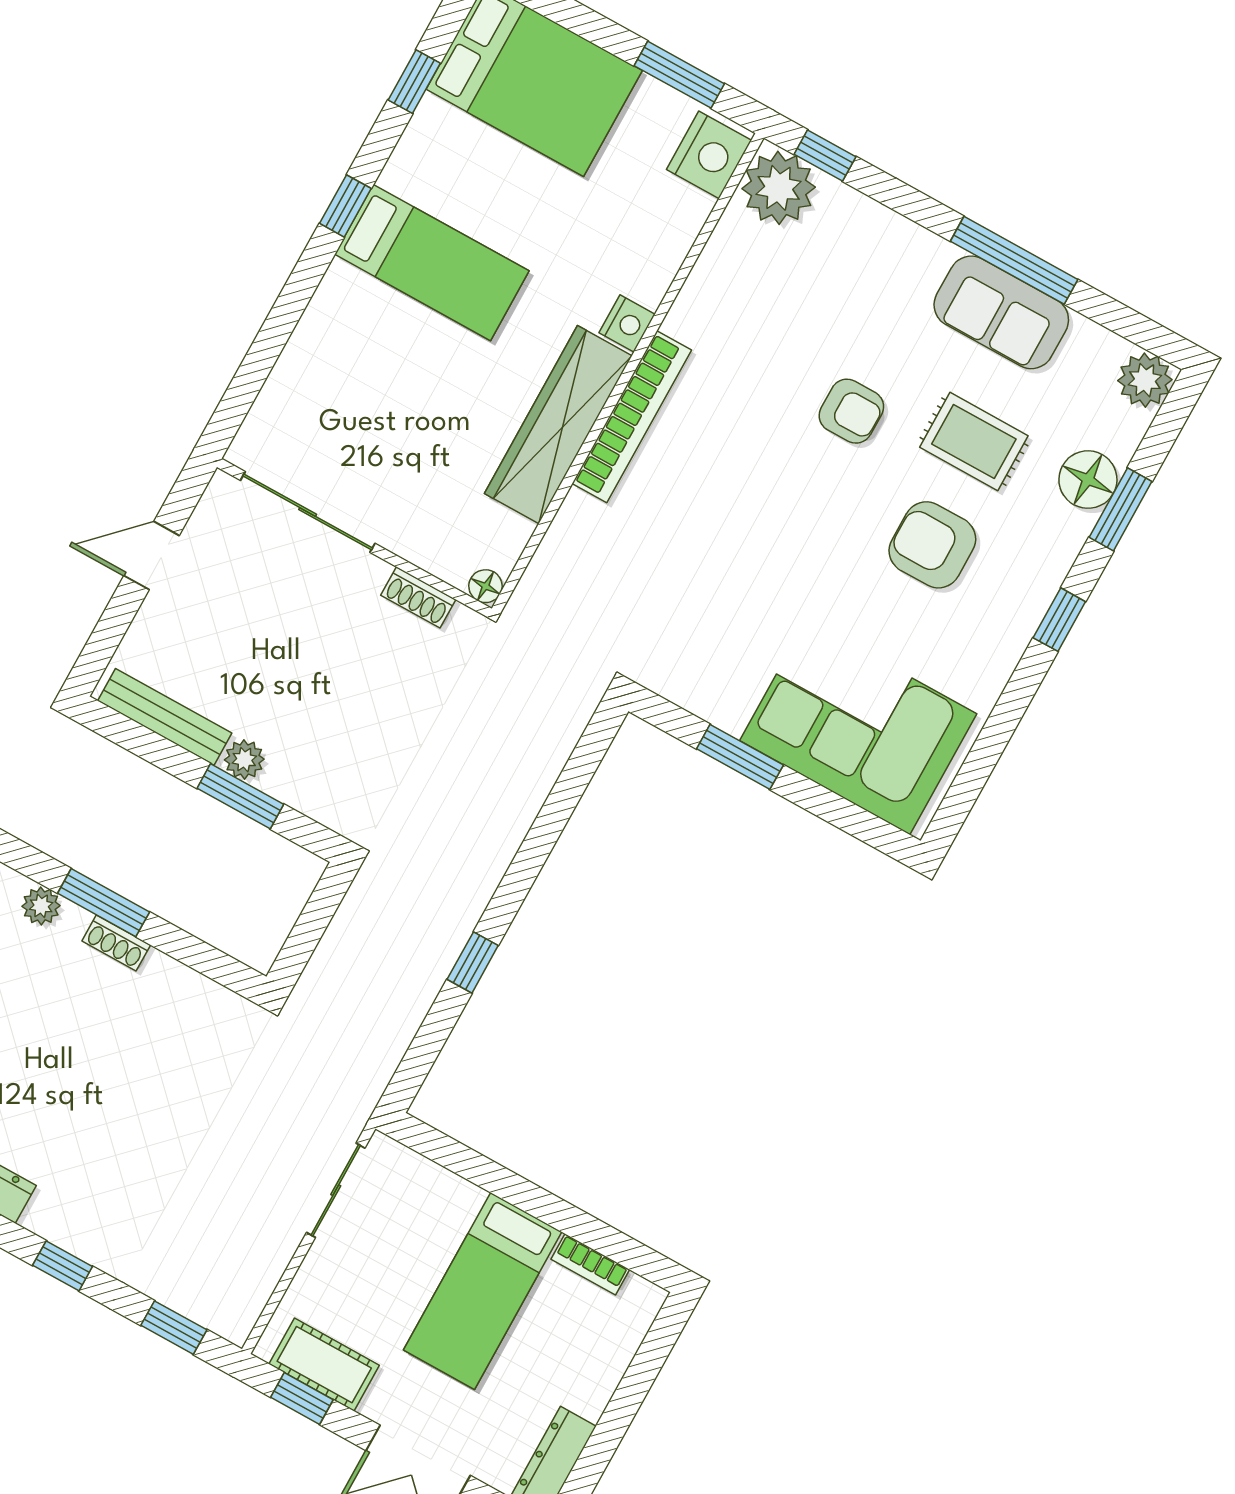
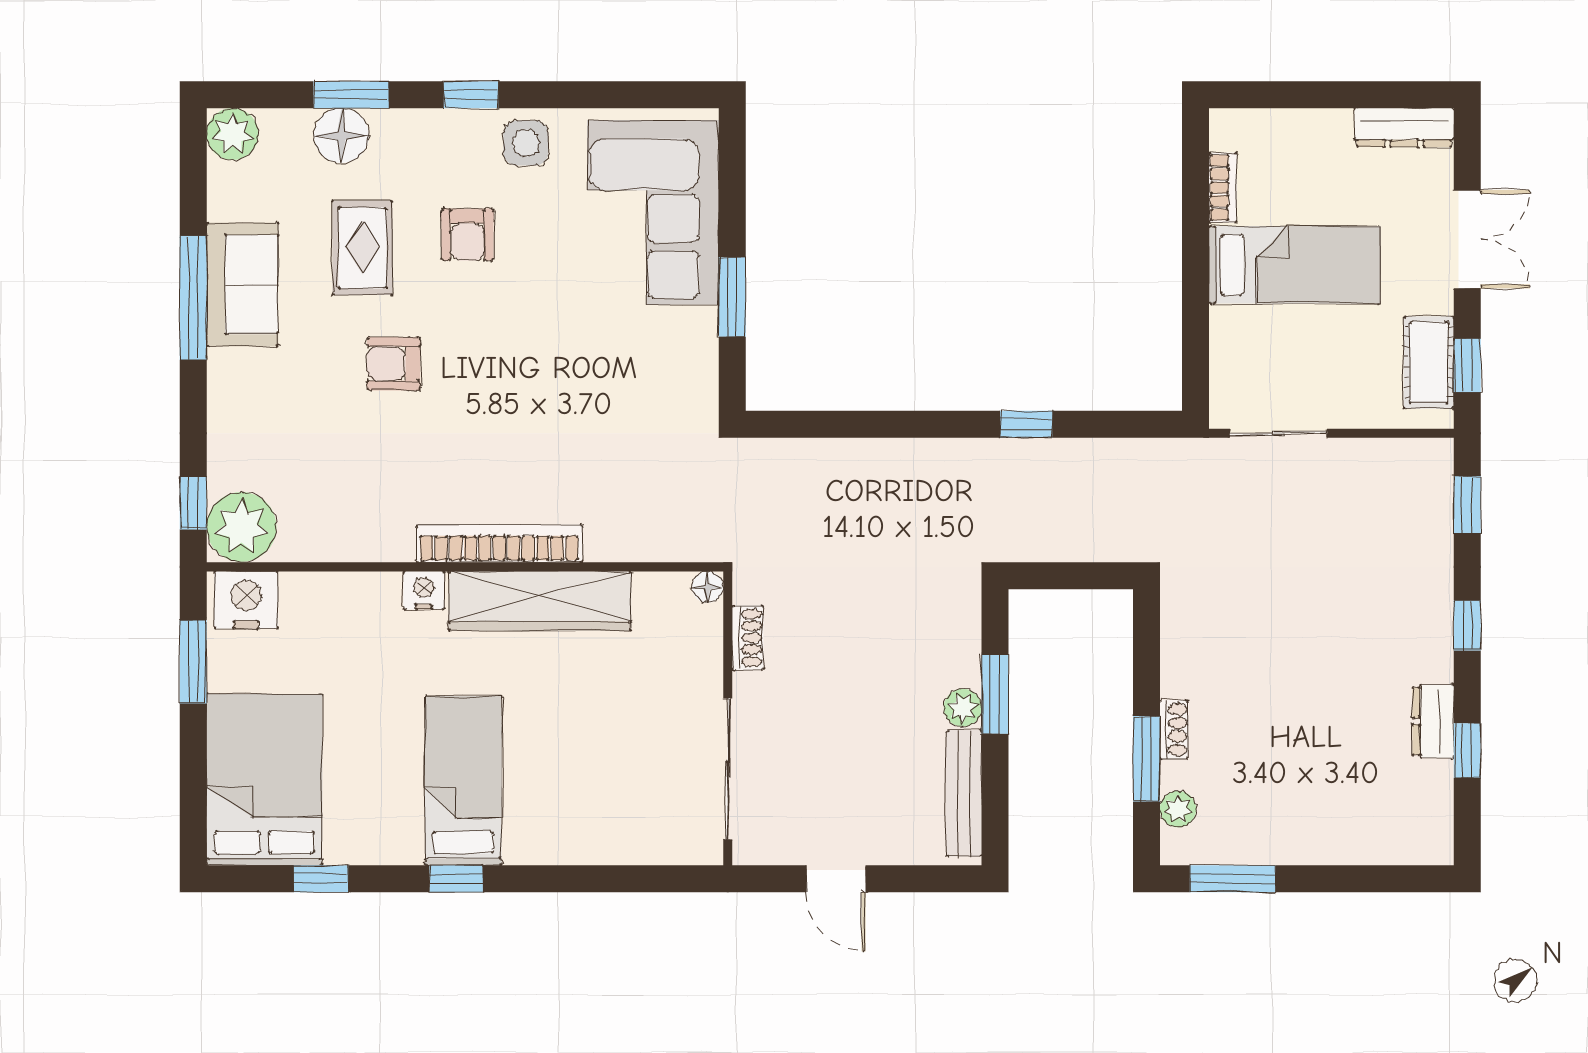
armchair: (851, 411) -> (394, 364), turned -90
armchair: (932, 545) -> (467, 235), width x0.72, depth x0.72
side table: (987, 646) -> (526, 143), added

